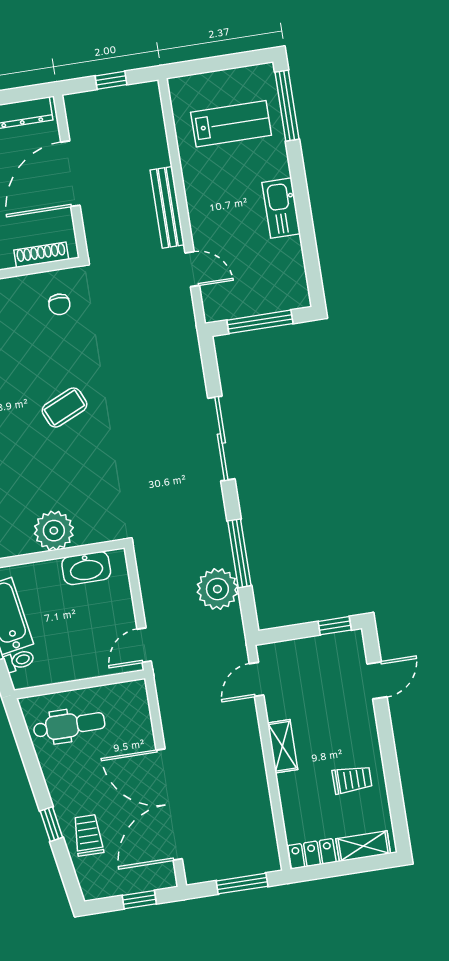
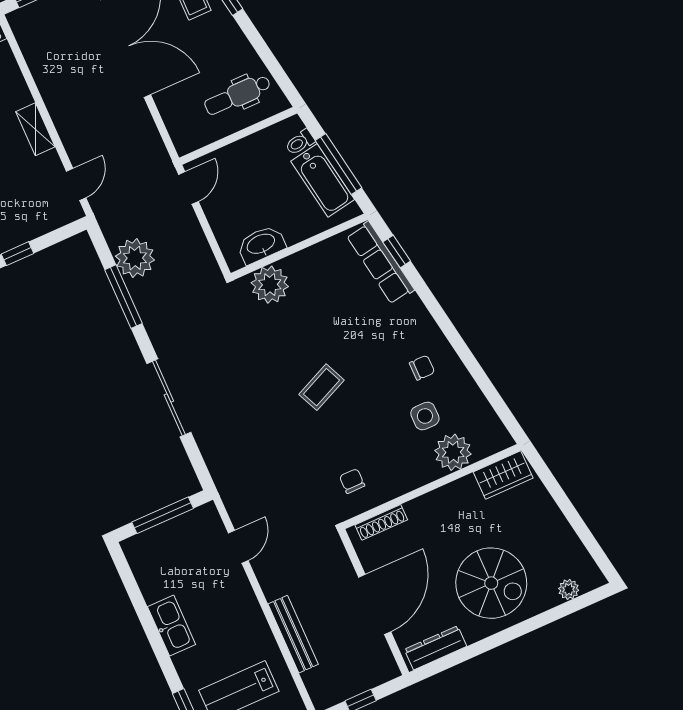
bench: (167, 207) -> (293, 634), moved
door: (192, 269) -> (238, 547), swing flipped
plant: (54, 531) -> (270, 285), moved

